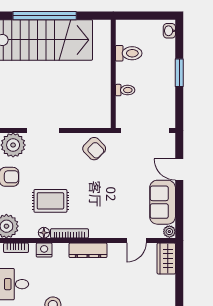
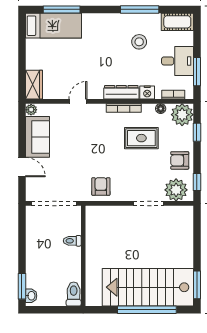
toilet: (129, 53) -> (74, 294), moved, turned 90
window: (179, 73) -> (22, 286), moved
armchair: (94, 149) -> (101, 187), turned 45
floor lamp: (44, 233) -> (161, 109), moved
door: (136, 241) -> (78, 101), moved
dresser: (88, 250) -> (121, 92), moved

